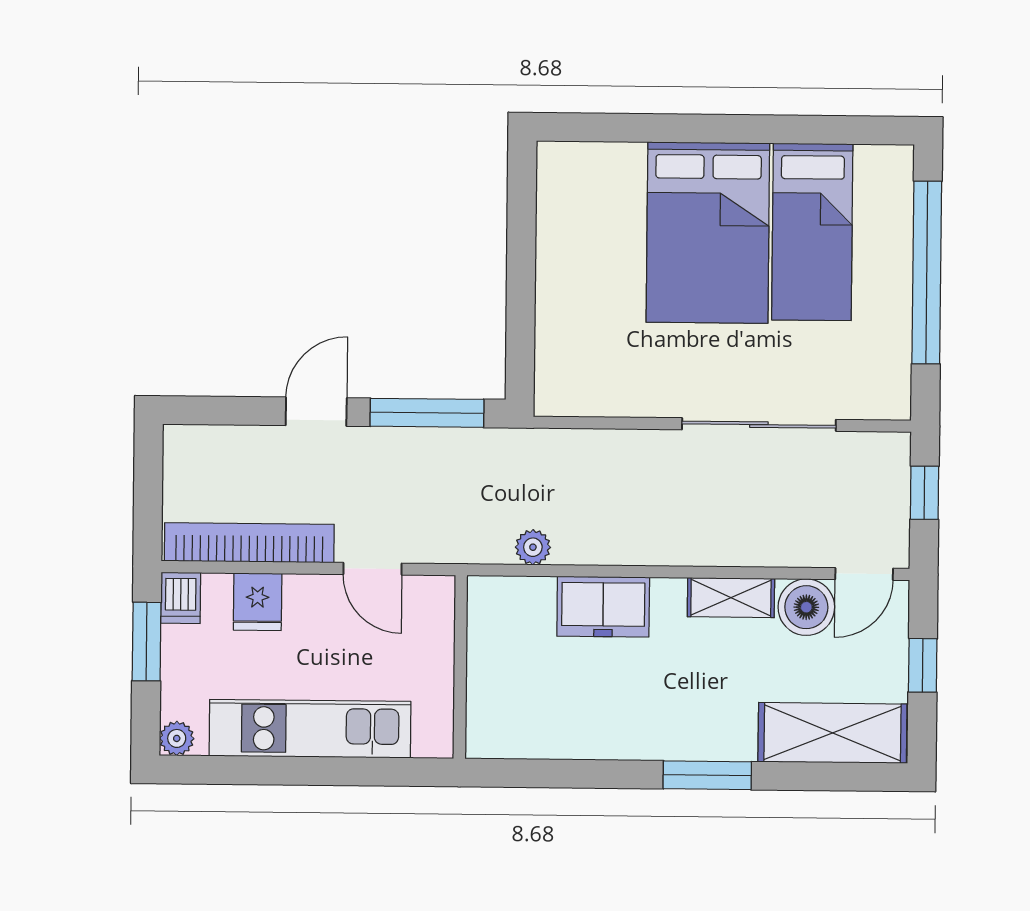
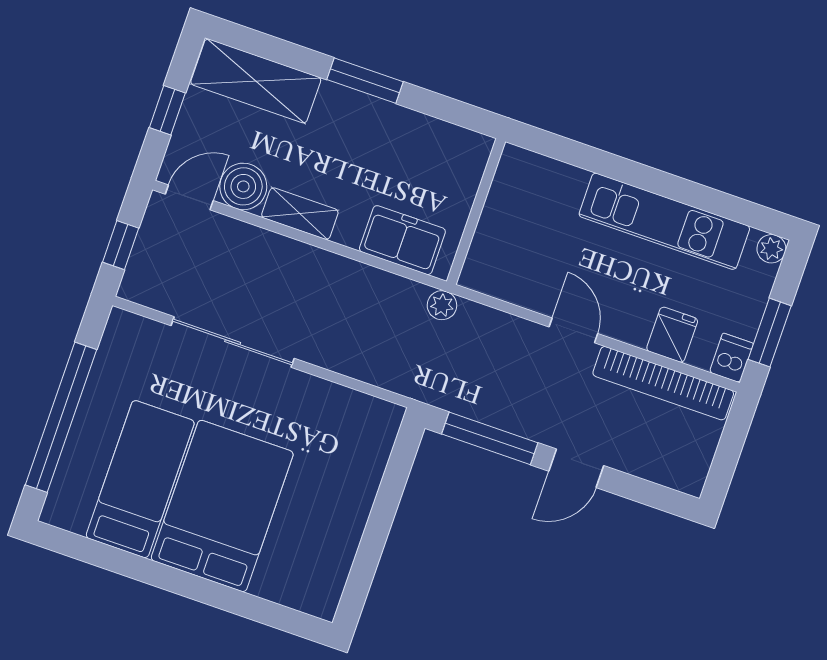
wall: (460, 667) -> (476, 212), moved

